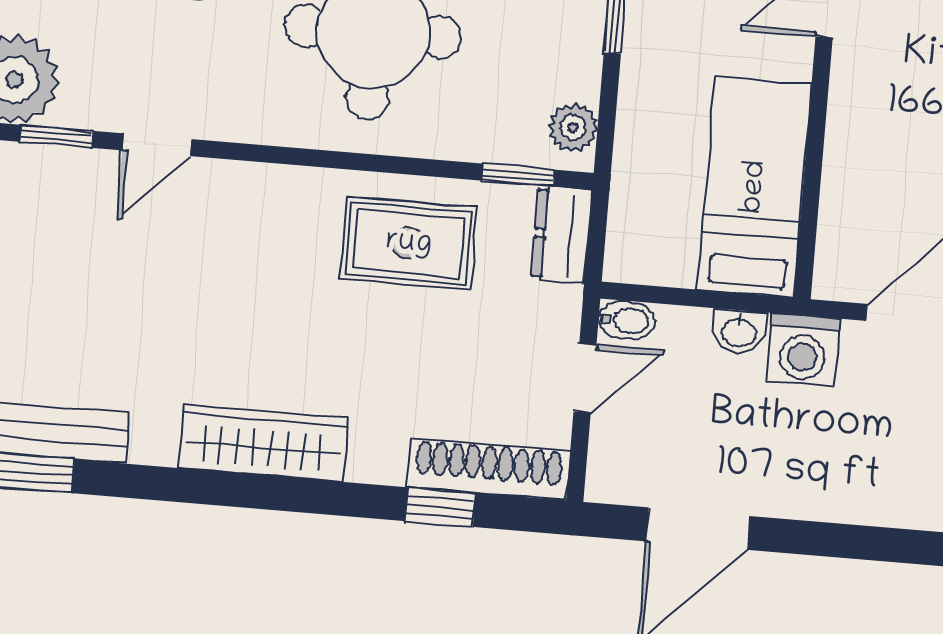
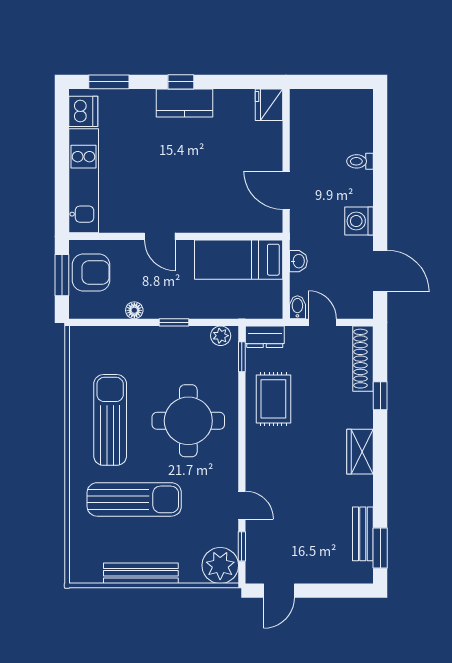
washing machine: (803, 350) -> (359, 221), moved, turned 180
wardrobe: (263, 443) -> (360, 452), width x0.67
window: (440, 507) -> (380, 396), moved

